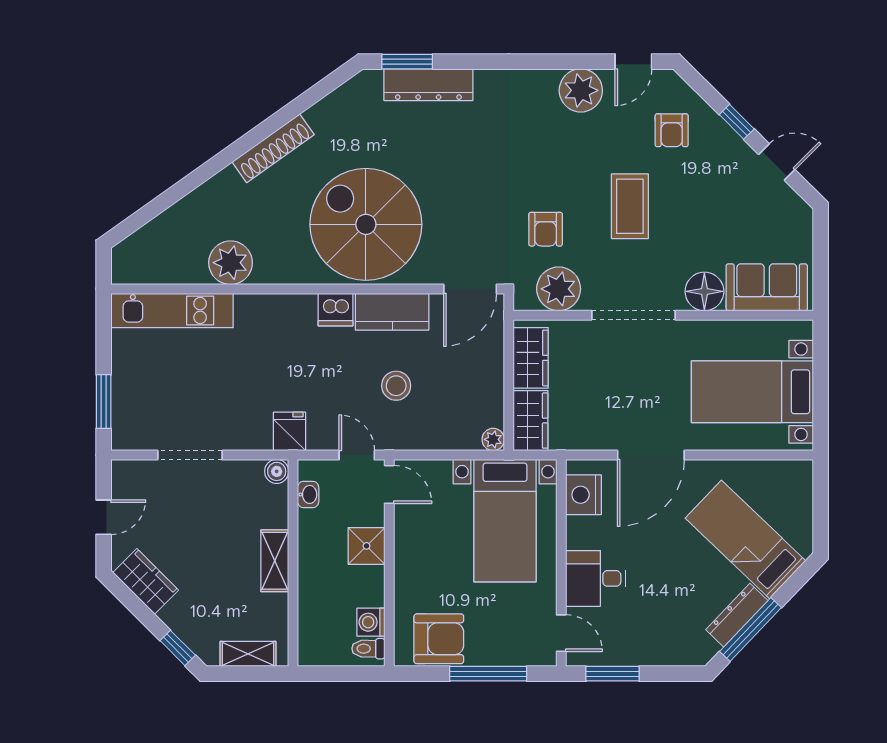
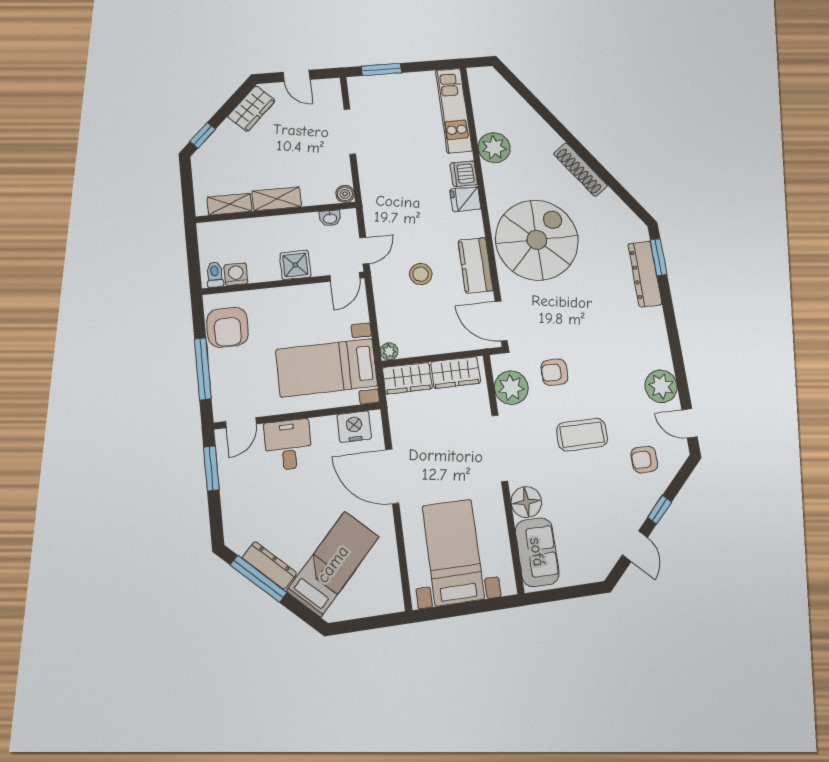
dishwasher: (336, 310) -> (464, 174), moved
fridge: (290, 431) -> (465, 199), moved, turned 180
shelving: (248, 654) -> (230, 204), moved, turned 90

